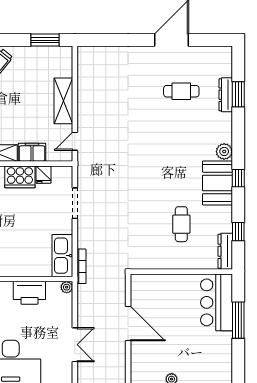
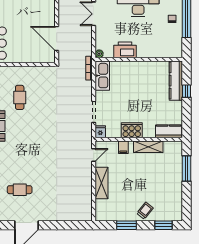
window: (45, 40) -> (126, 225), moved
filing cabinet: (32, 152) -> (123, 147), width x0.50
fridge: (43, 175) -> (100, 132), moved
door: (128, 324) -> (57, 39), moved

